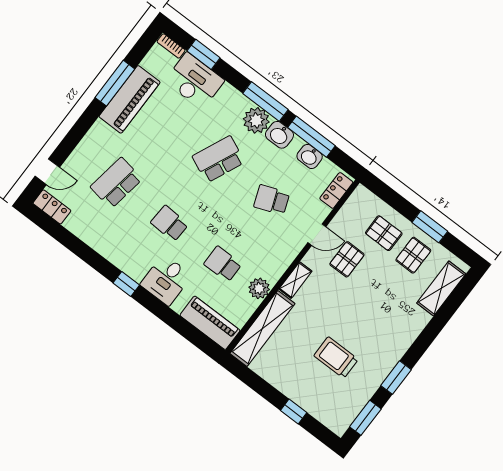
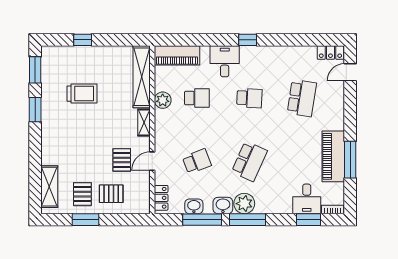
desk: (195, 81) -> (307, 199), width x0.73

